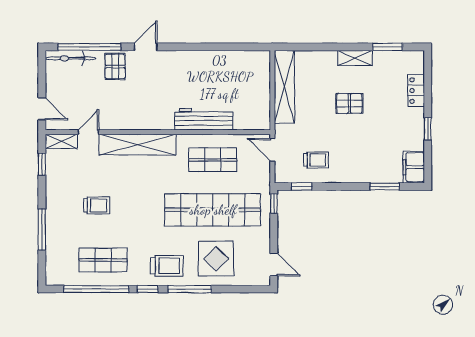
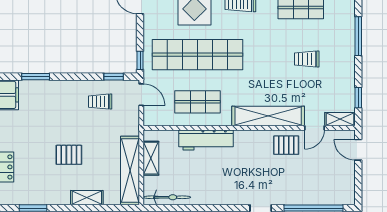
bicycle: (71, 58) -> (167, 197), moved
shelving: (355, 58) -> (87, 198), moved
pallet: (115, 66) -> (286, 145), moved, turned 90
shelving: (262, 100) -> (151, 158), added
door: (272, 150) -> (141, 95), moved

